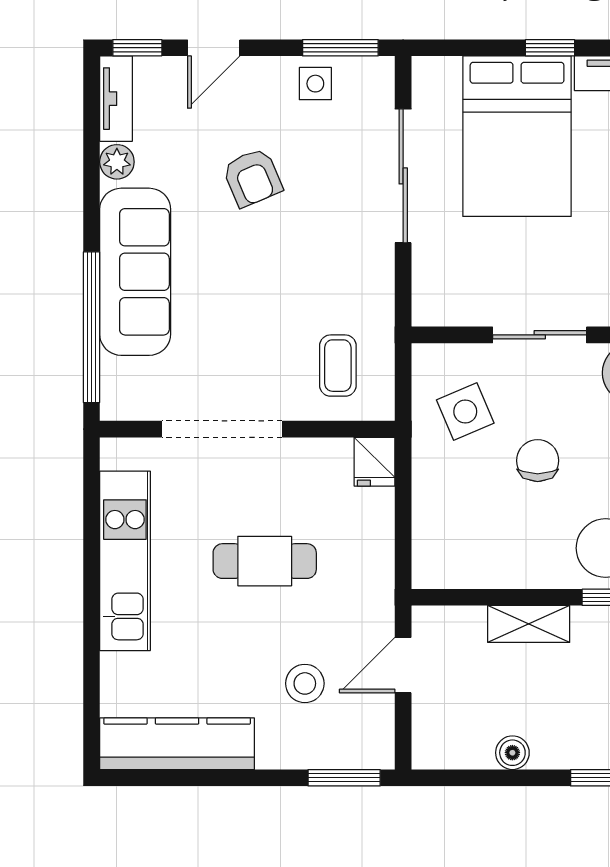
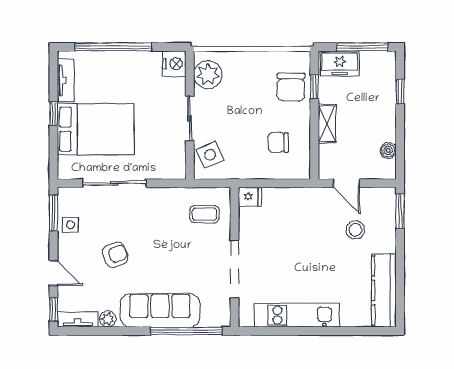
side table: (465, 412) -> (210, 155), moved
chair: (538, 461) -> (278, 142), moved
cafe table: (265, 561) -> (297, 249), removed
boiler: (512, 753) -> (388, 151), moved

